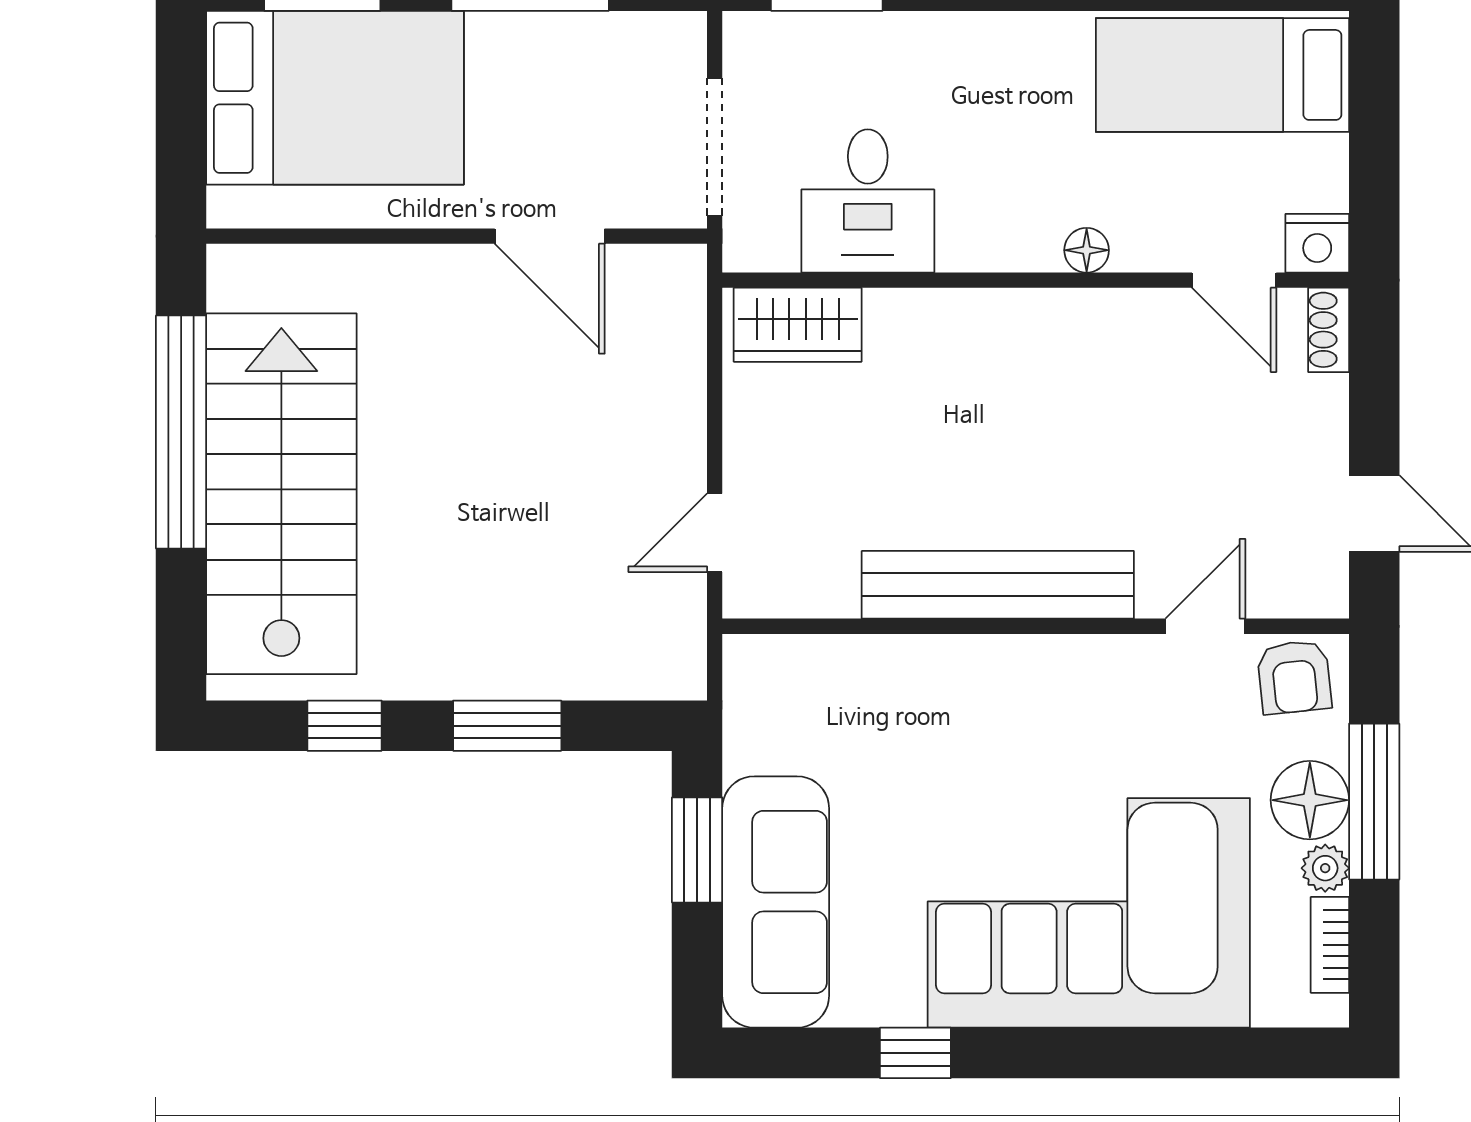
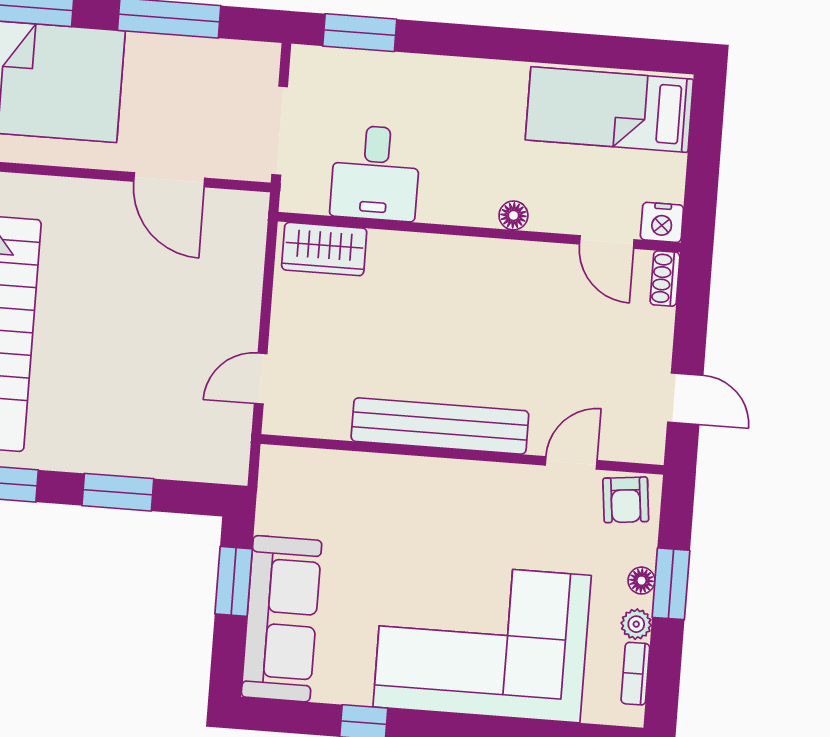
floor lamp: (1310, 800) -> (642, 581), width x0.53, depth x0.53
window: (1374, 802) -> (671, 584), width x0.69

